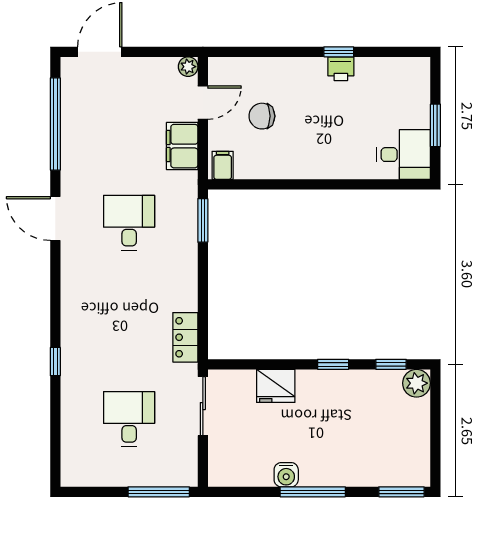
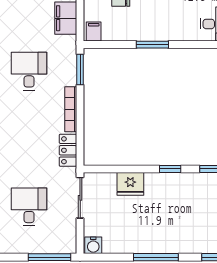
window: (308, 184) -> (152, 45), added
bookcase: (189, 278) -> (71, 109), added
water cooler: (286, 475) -> (93, 245), moved

